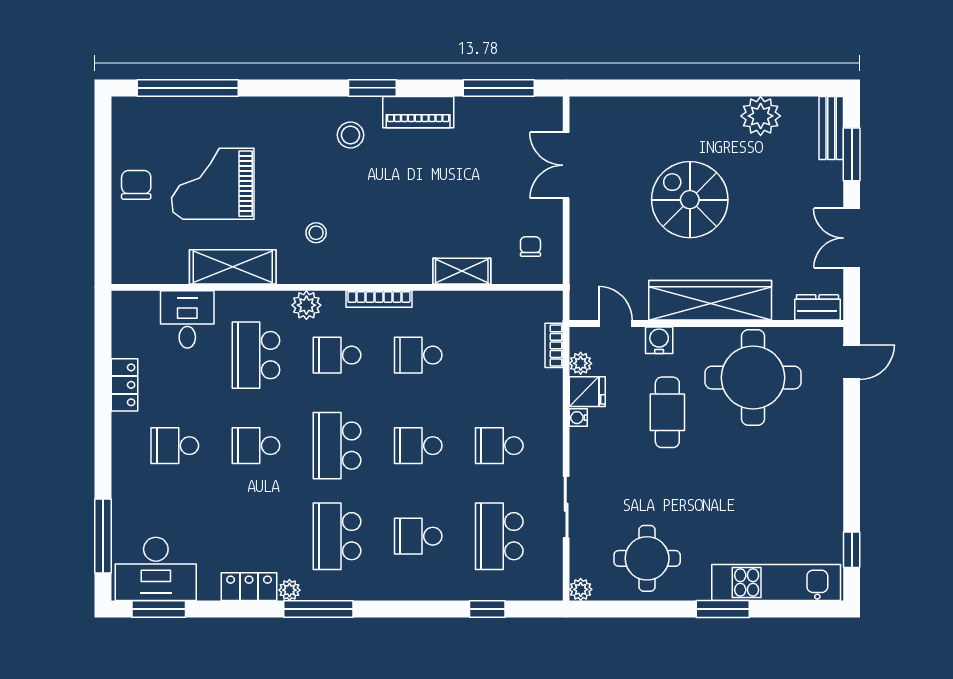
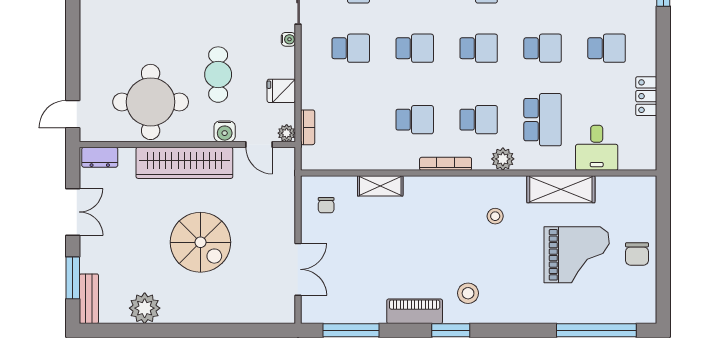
plant: (581, 363) -> (287, 133), moved
water cooler: (578, 418) -> (288, 39), moved
school desk: (337, 446) -> (479, 48), width x0.54

